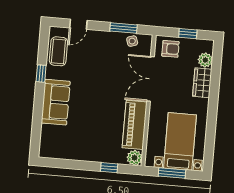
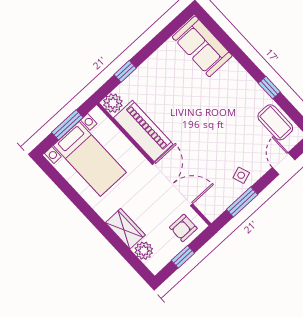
side table: (132, 41) -> (241, 175), moved
sofa: (56, 102) -> (202, 46), moved

